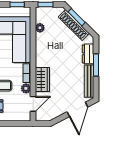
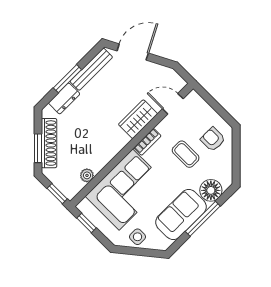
plant: (26, 88) -> (164, 127), removed

